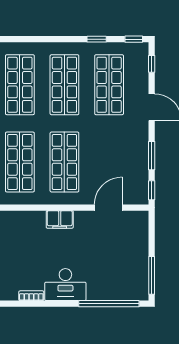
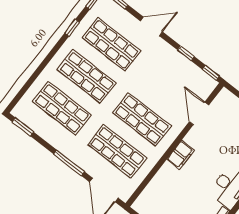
window: (152, 156) -> (186, 53), width x0.67

